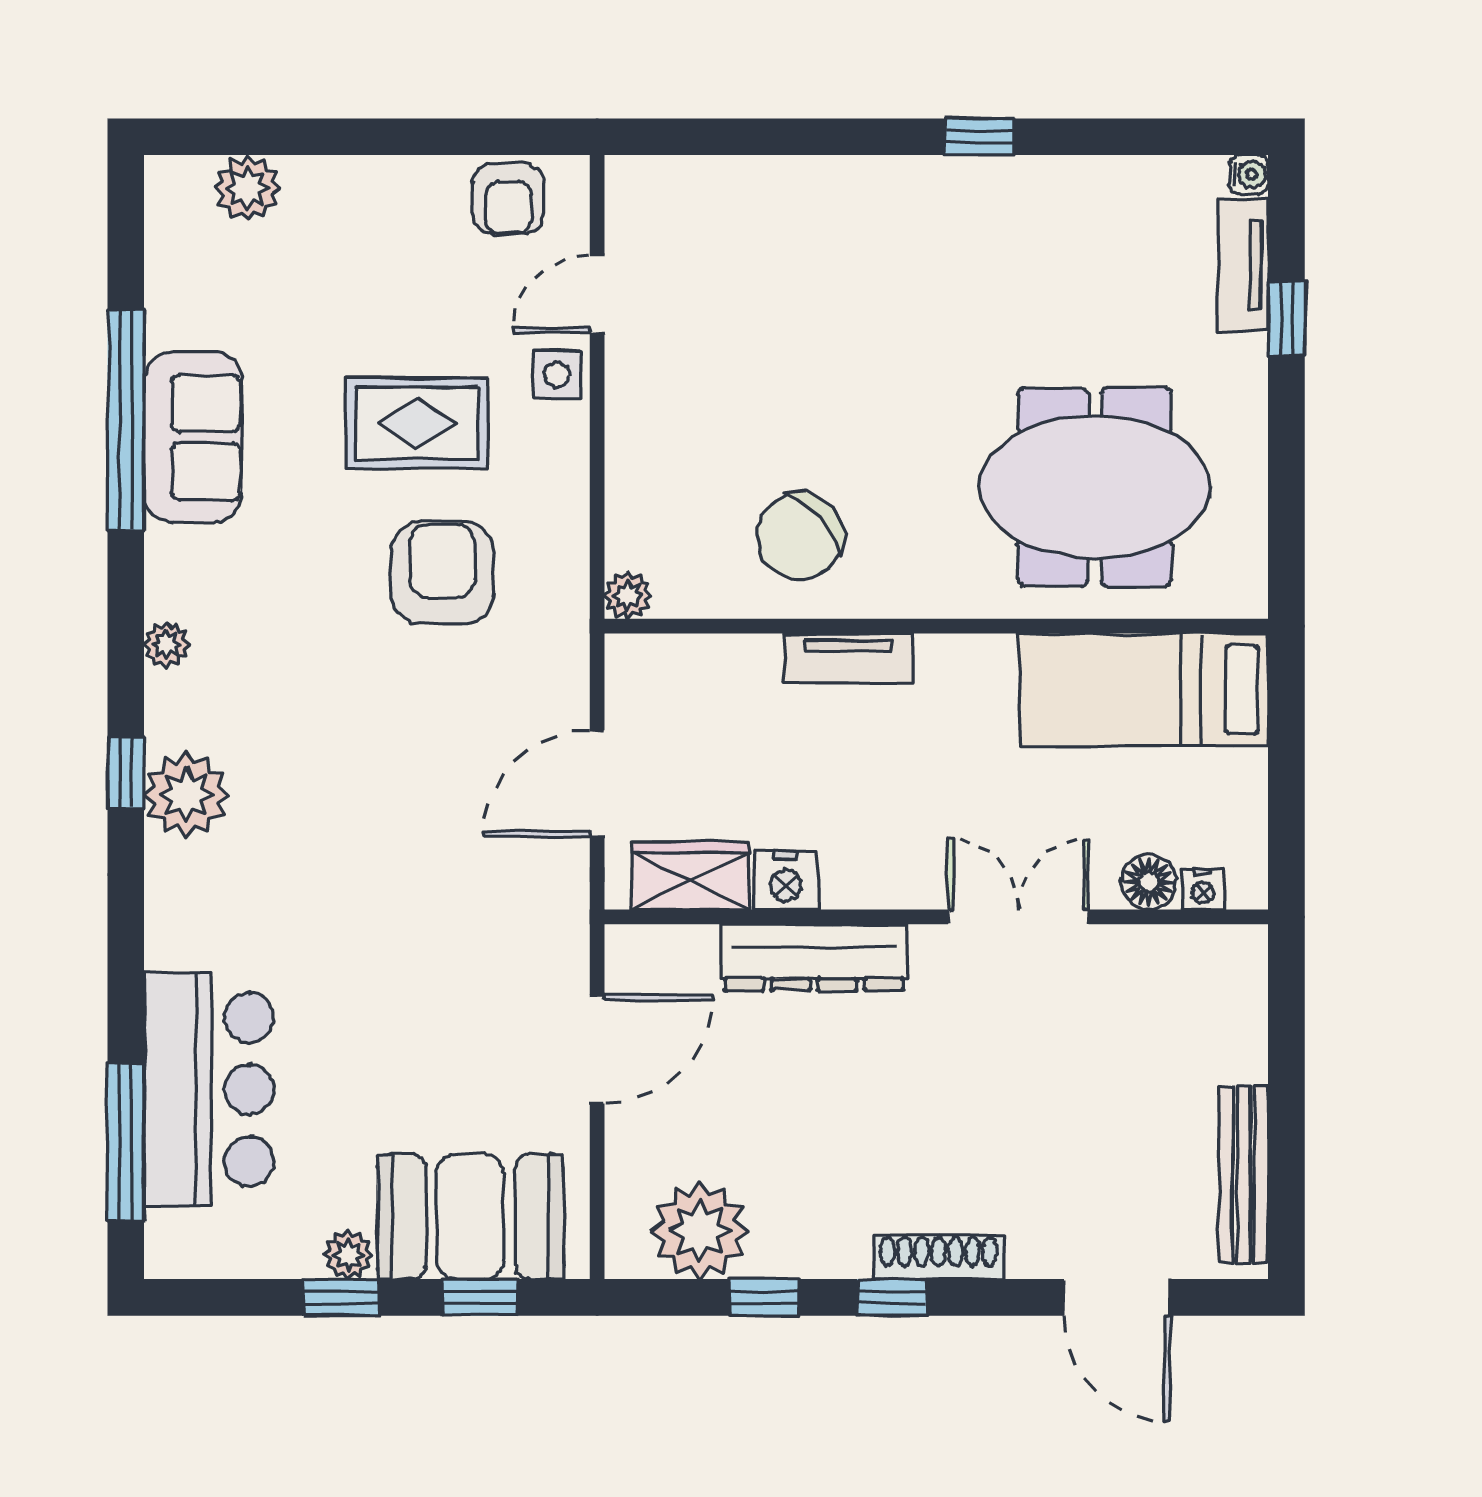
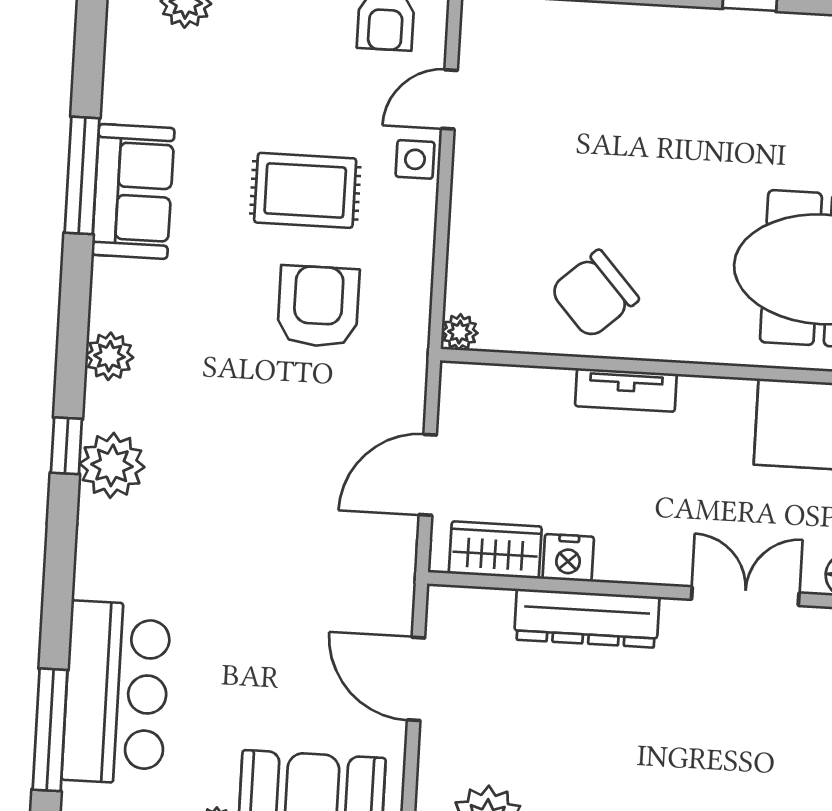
window: (126, 420) -> (82, 175), width x0.68
plant: (167, 645) -> (109, 356), width x1.38, depth x1.38
door: (597, 1049) -> (416, 679), swing flipped

